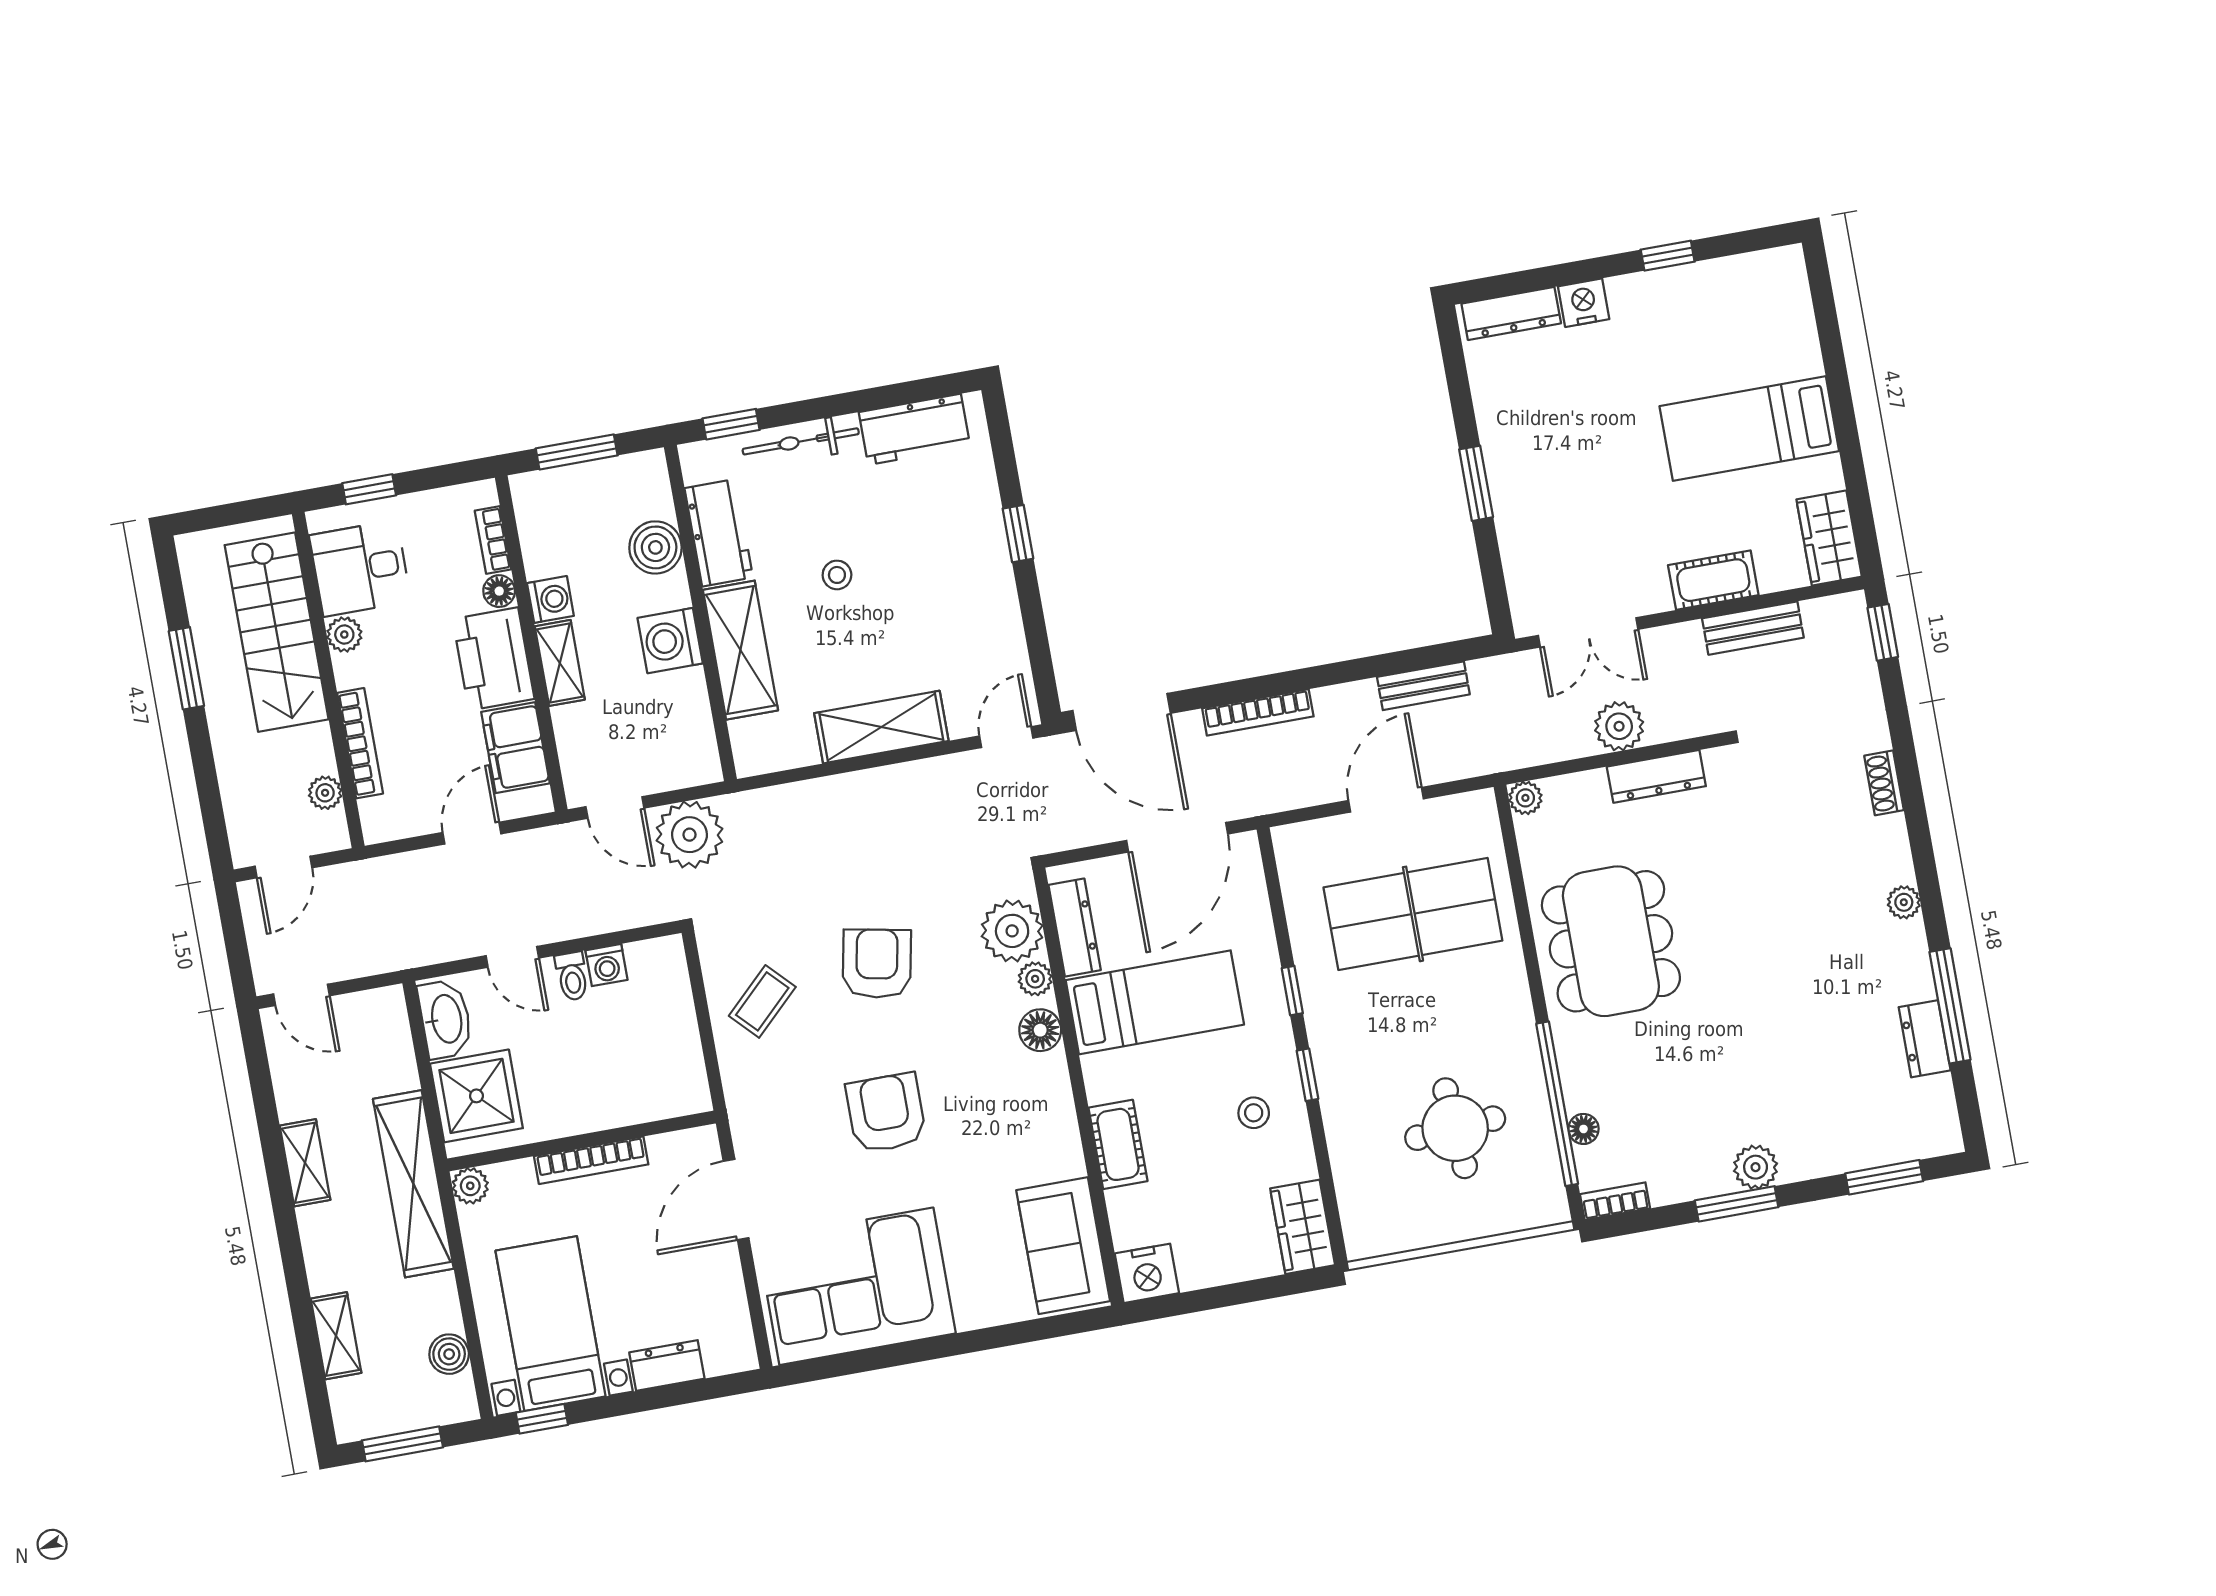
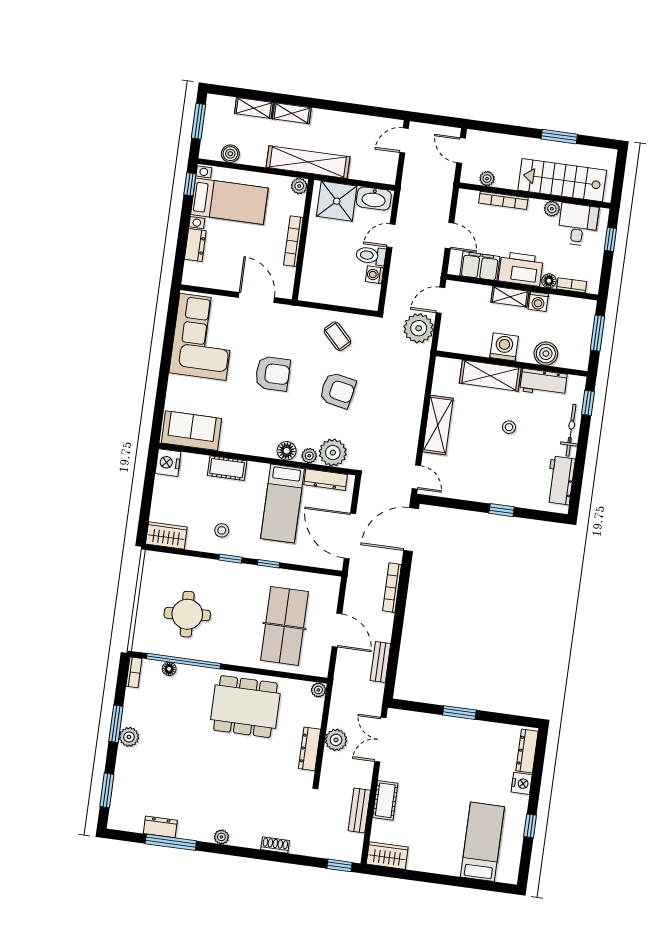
bed: (1749, 429) -> (482, 842), moved
toilet: (572, 976) -> (371, 256), width x1.37, depth x1.39
shelving: (305, 1163) -> (292, 113), moved

